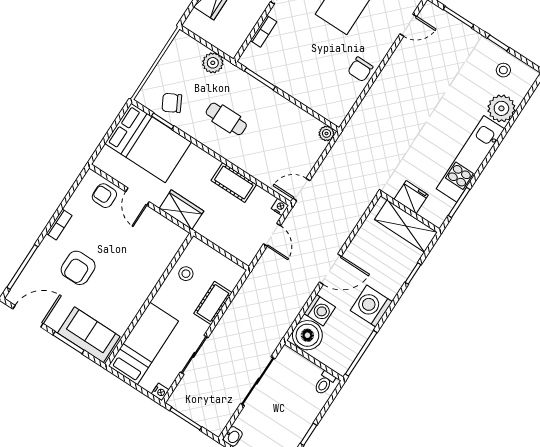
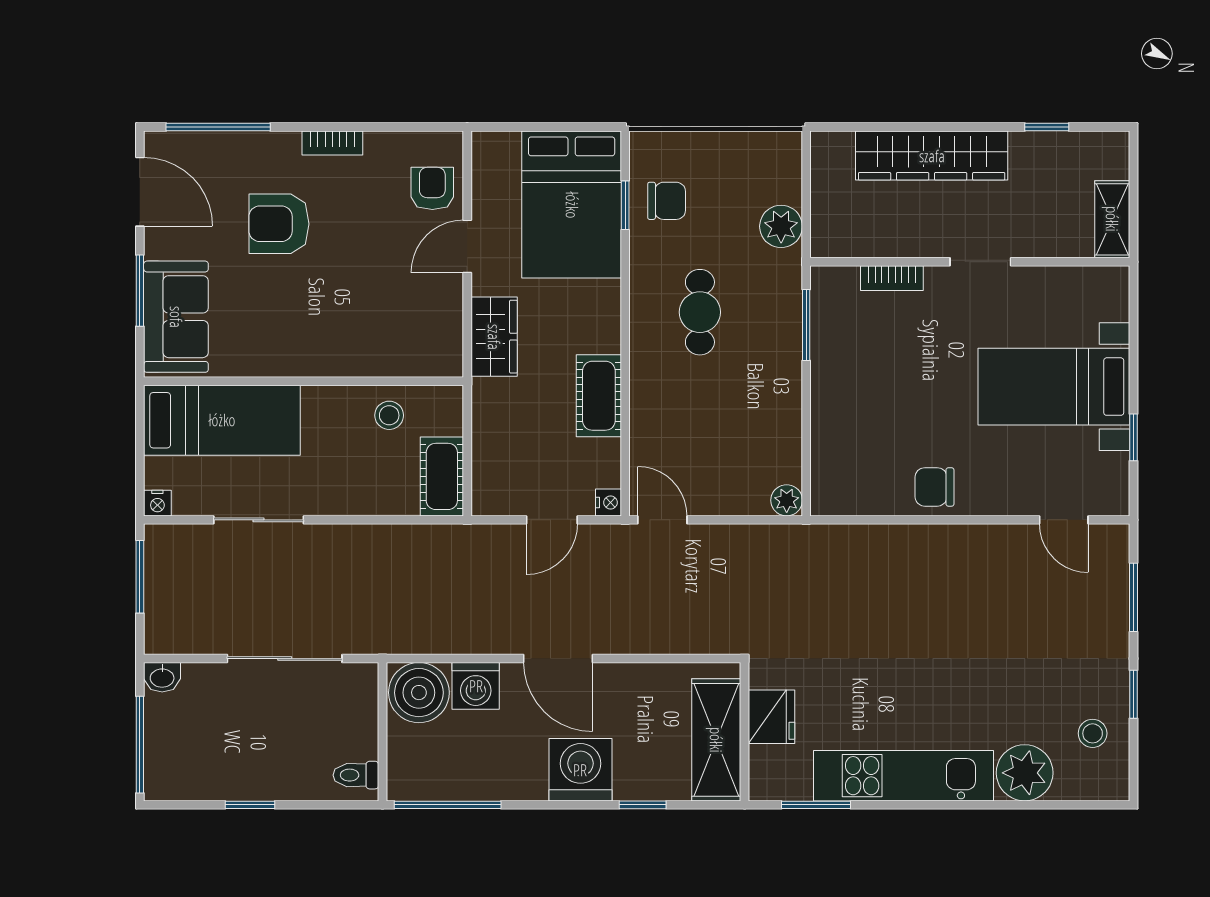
chair: (172, 103) -> (667, 201), turned 118
cot: (213, 303) -> (442, 476), moved, turned 90
washing machine: (371, 306) -> (580, 770), moved

